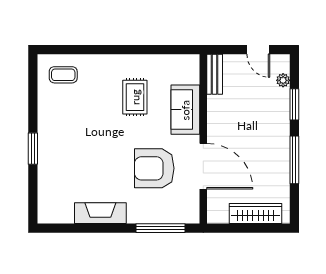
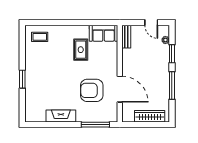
sofa: (185, 110) -> (104, 33), moved, turned -90

